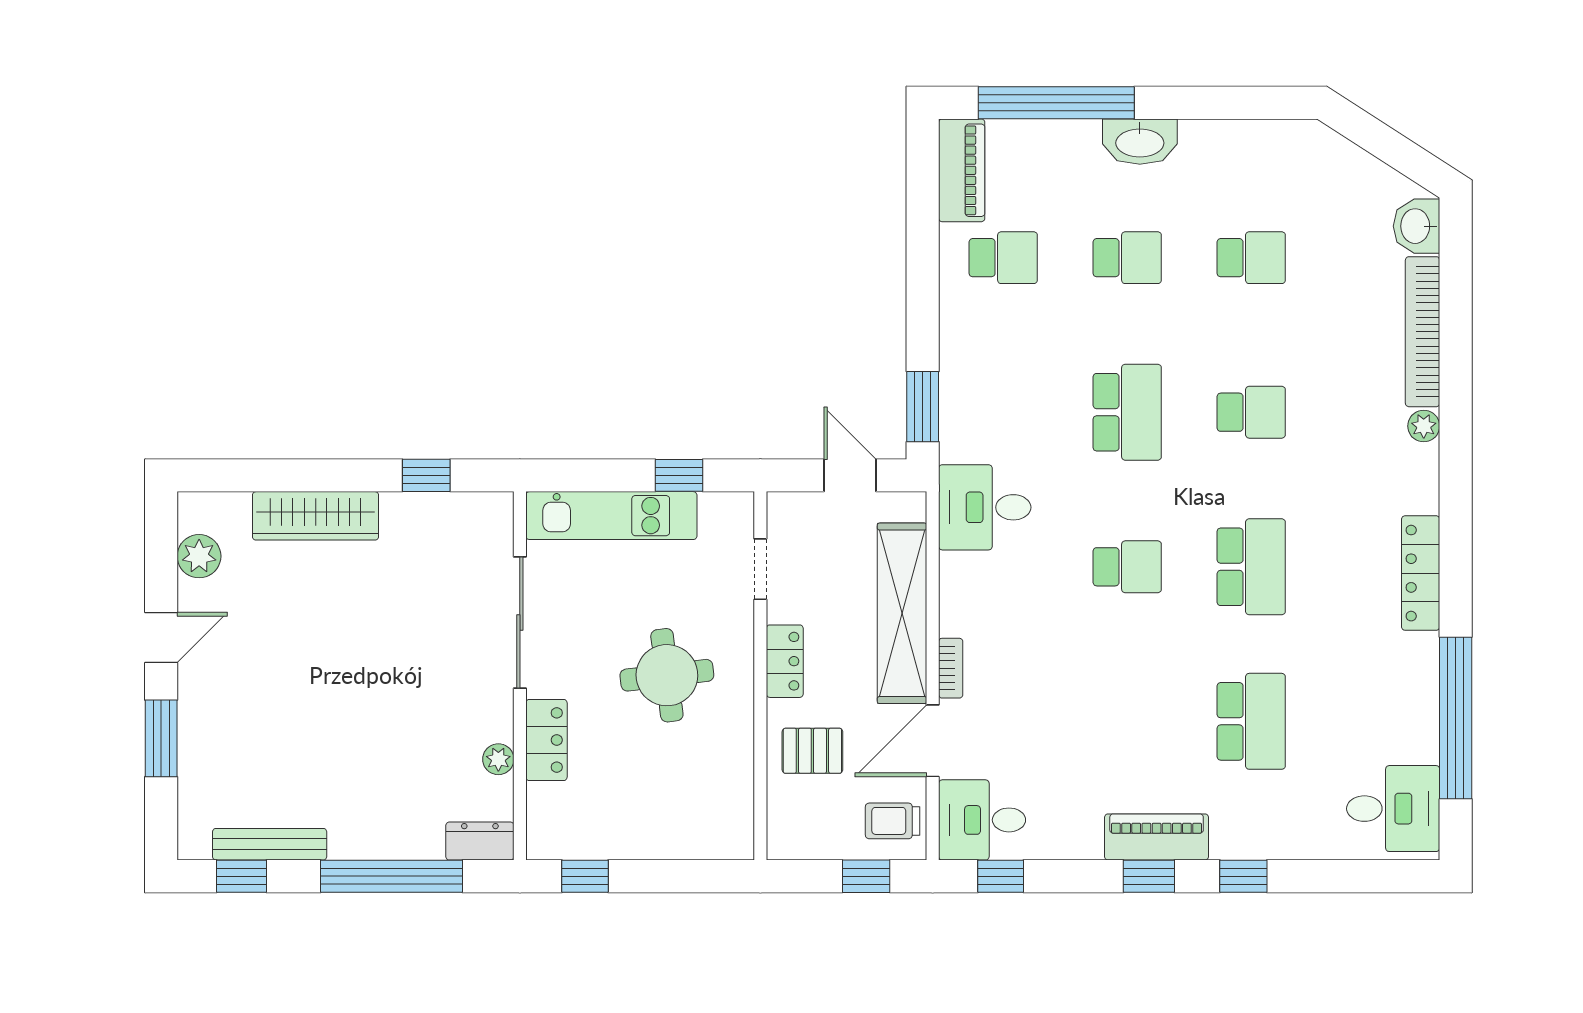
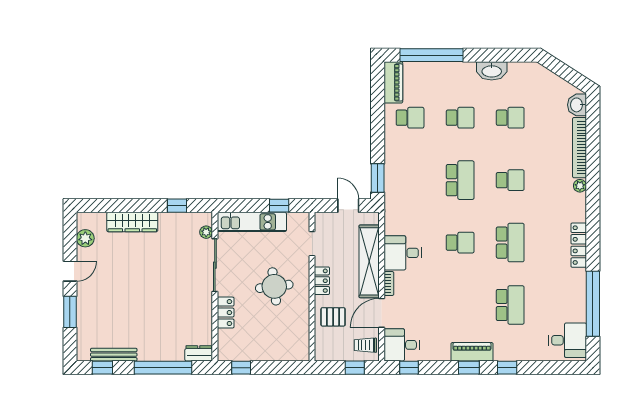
washbasin: (1140, 142) -> (492, 71), moved
desk: (985, 507) -> (403, 253), moved
plant: (498, 759) -> (206, 232), moved

